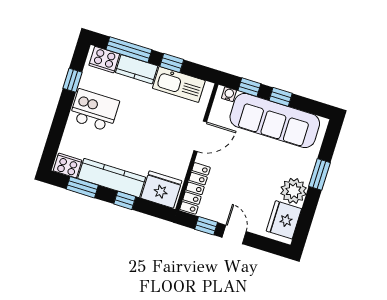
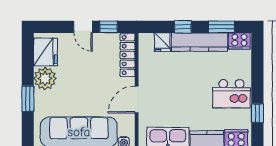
fridge: (161, 189) -> (162, 42), width x0.53, depth x0.75

